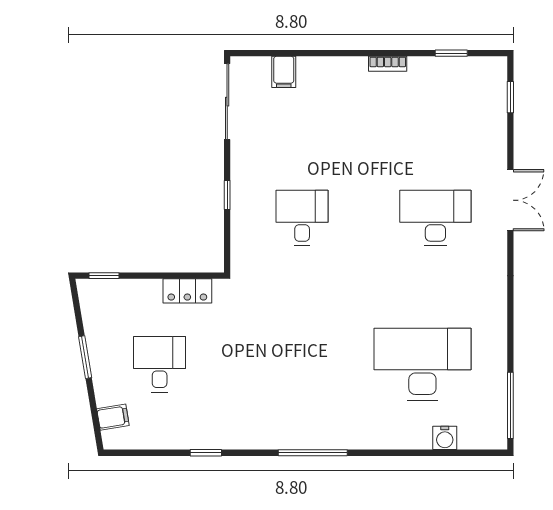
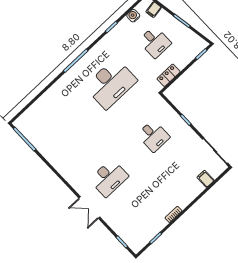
desk: (422, 364) -> (111, 84), moved
water cooler: (445, 438) -> (133, 16), moved

